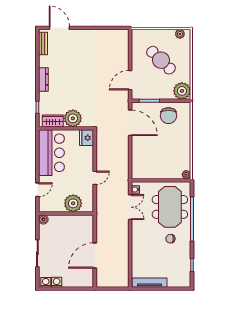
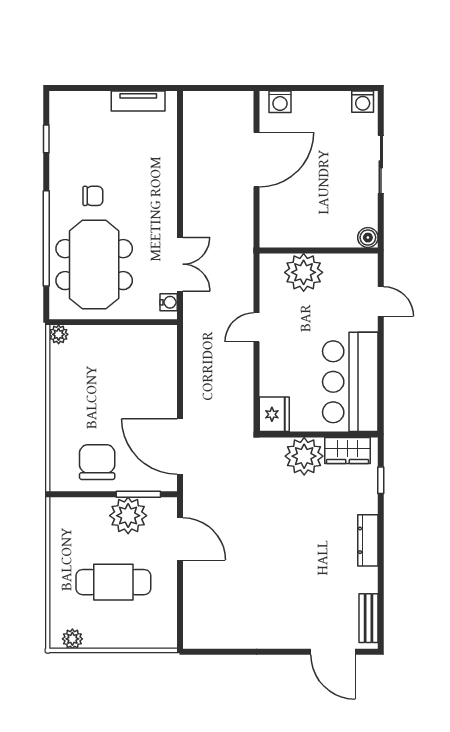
cafe table: (161, 60) -> (113, 582), turned -44
door: (130, 80) -> (180, 539), hinge flipped
plant: (182, 91) -> (128, 516), moved
door: (37, 190) -> (381, 302), swing flipped
double door: (130, 207) -> (180, 264), swing flipped
washing machine: (57, 282) -> (280, 102), moved
tv unit: (150, 283) -> (138, 101), width x0.71

